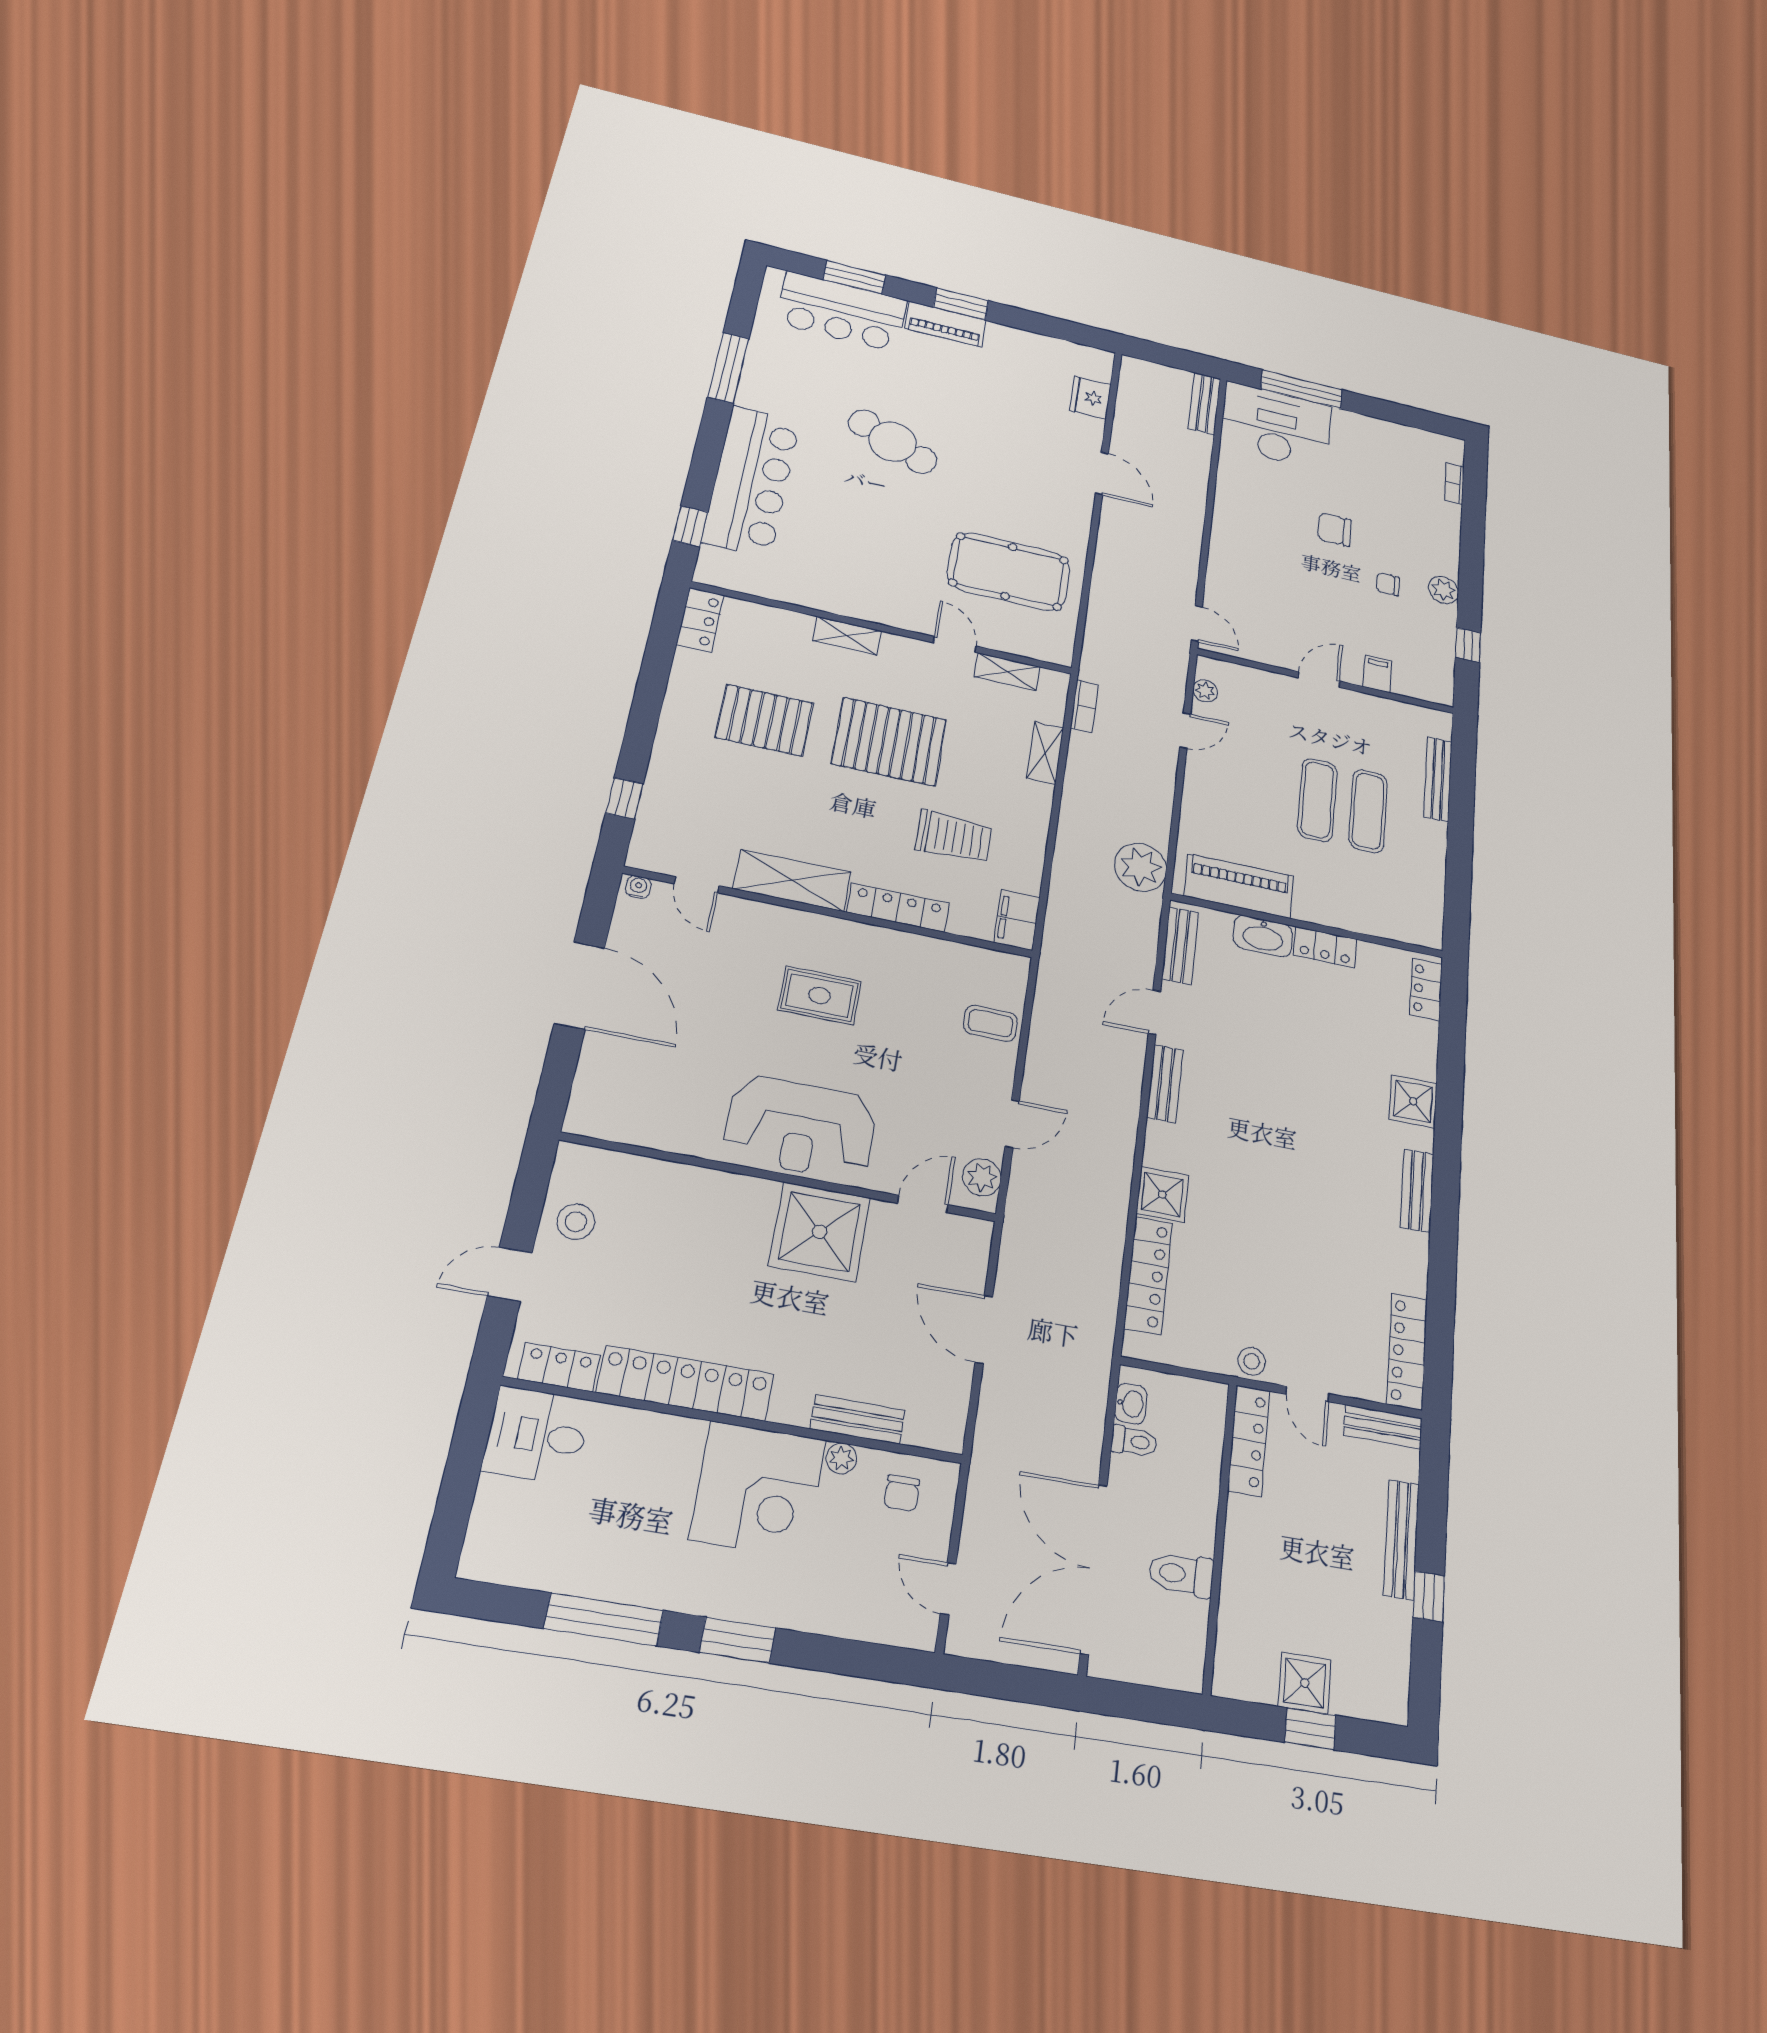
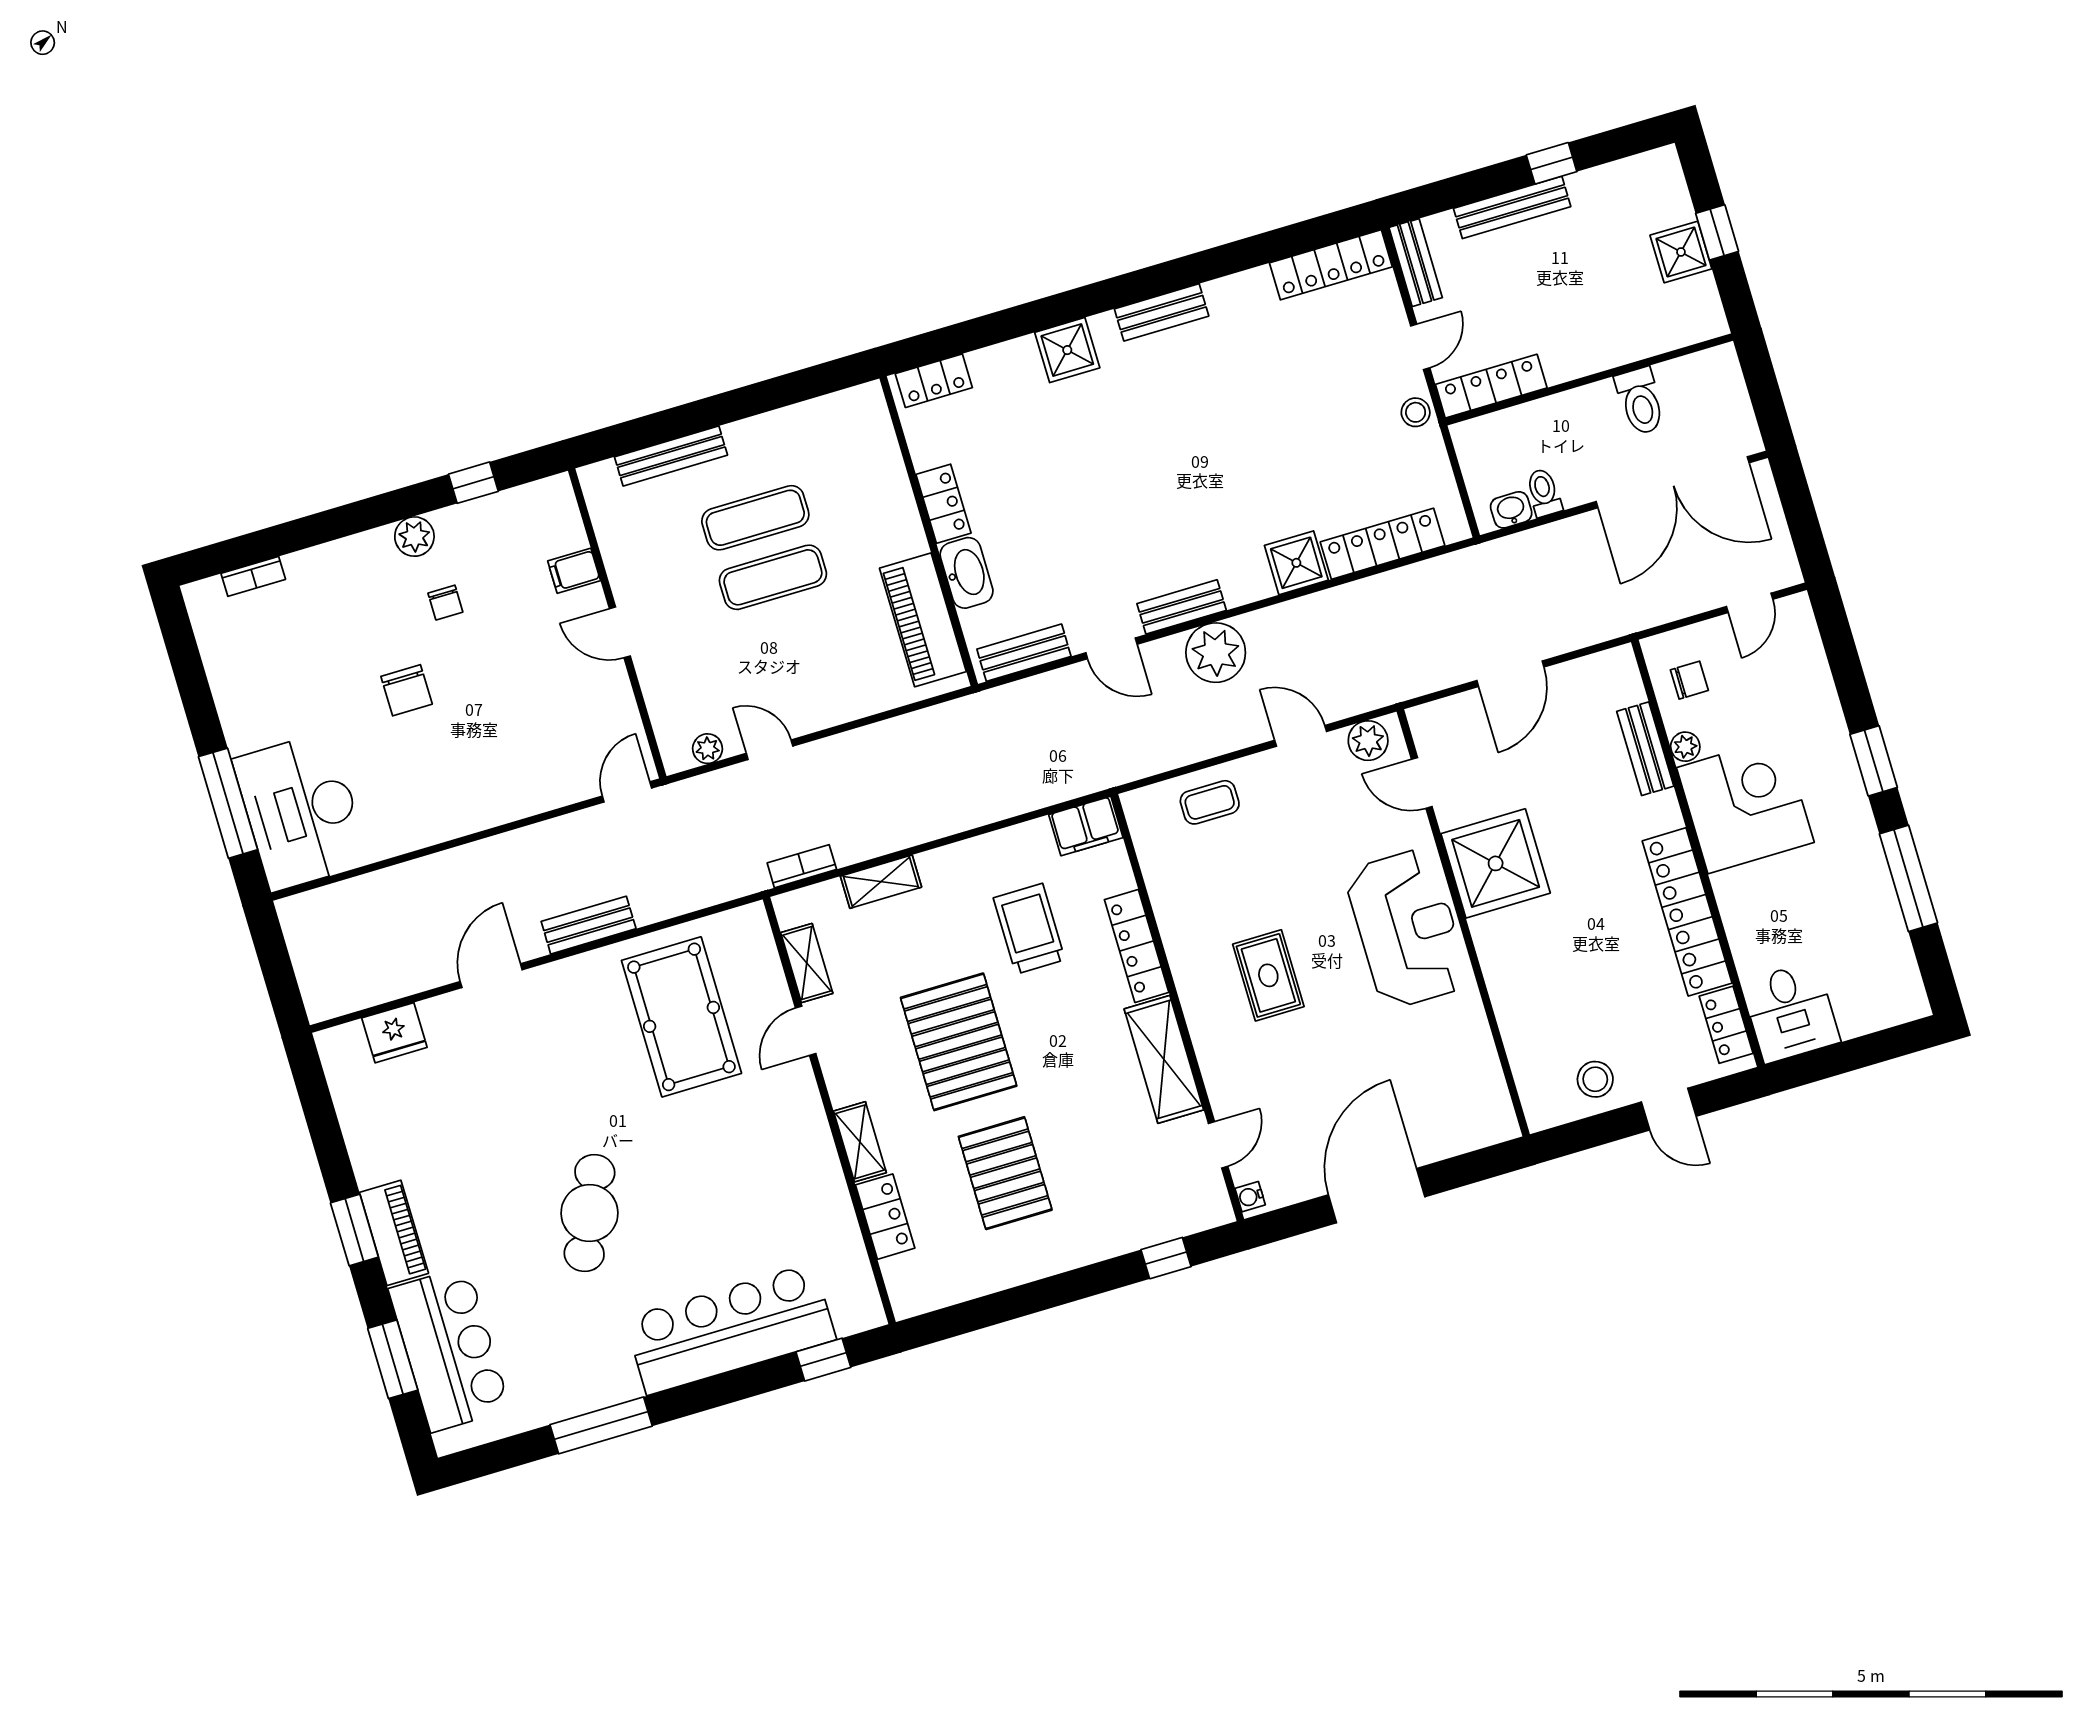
bench: (1204, 404) -> (589, 925), moved
locker: (700, 620) -> (885, 1217), moved, turned 90
plant: (1141, 867) -> (1216, 653), moved
coffee table: (990, 1023) -> (1210, 802), turned 90

